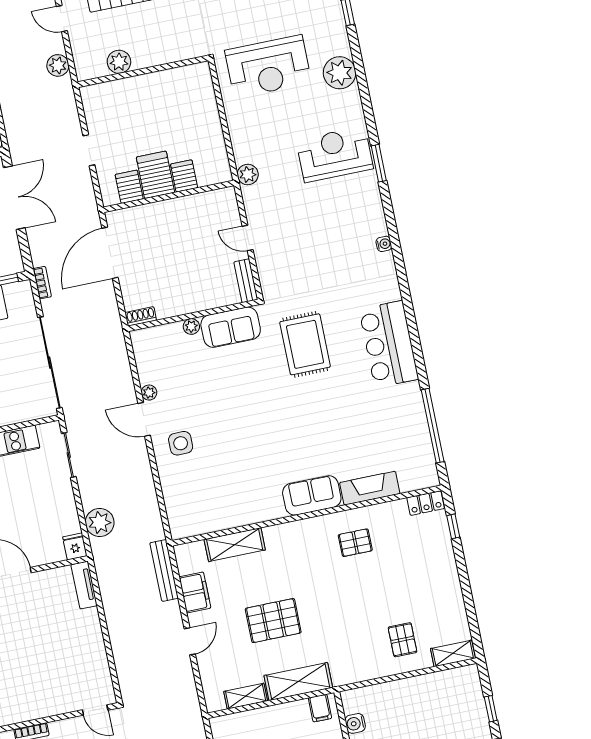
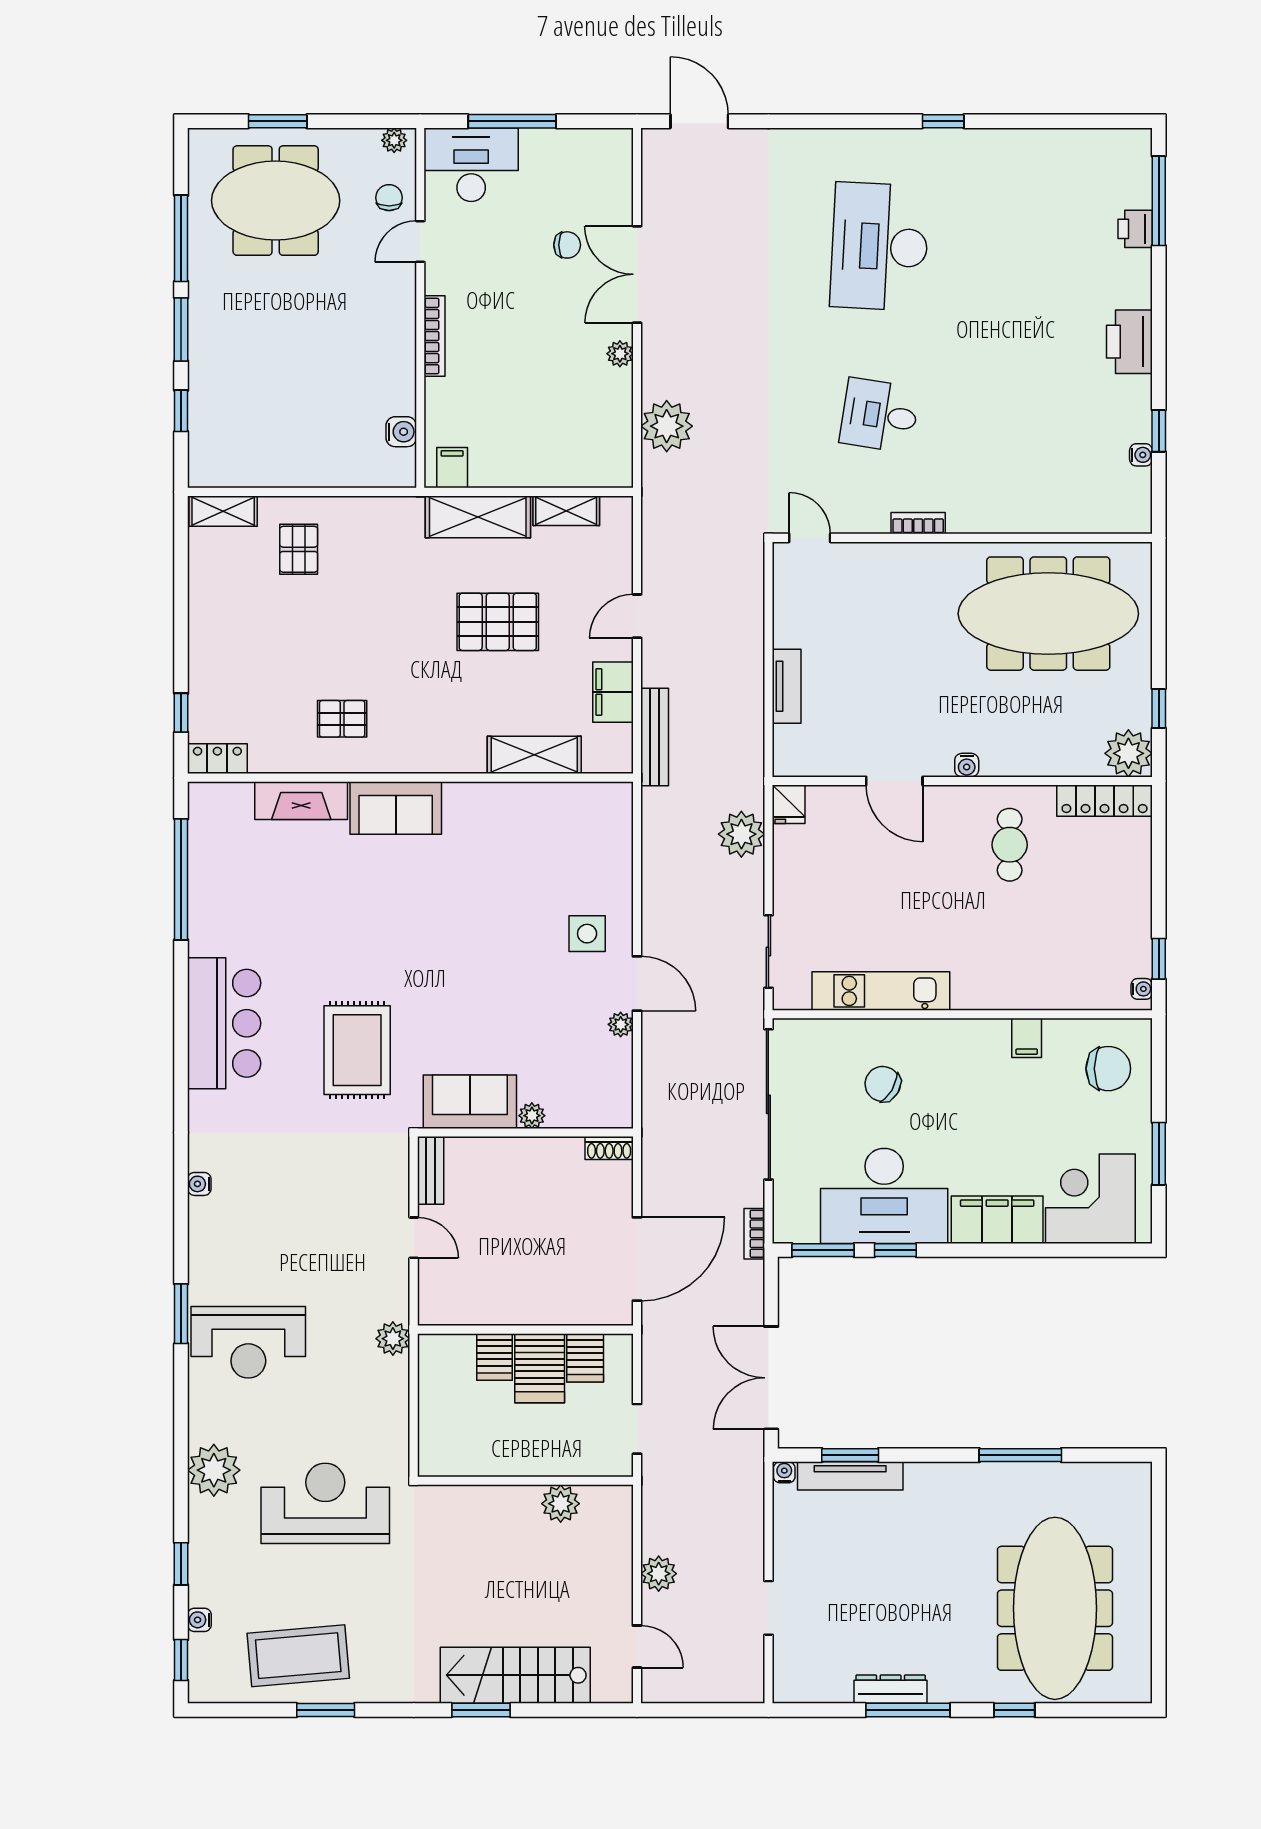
plant: (119, 62) -> (561, 1504), moved
wall: (143, 71) -> (525, 1481), moved
tv unit: (84, 585) -> (787, 686), moved

